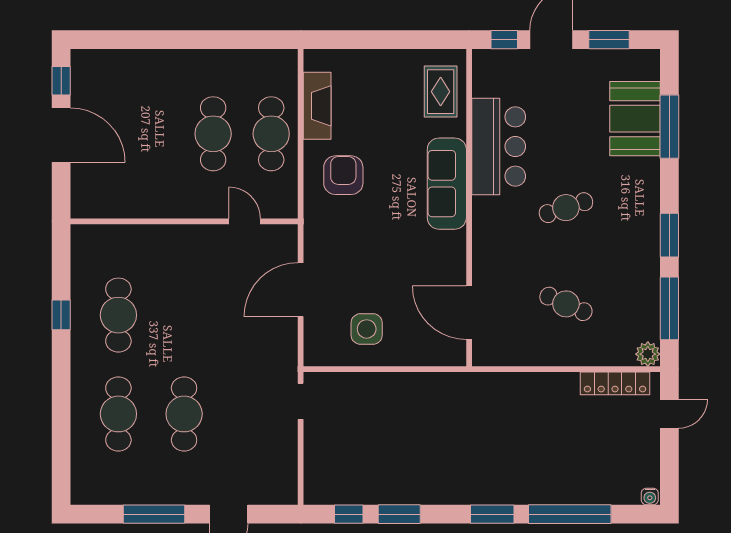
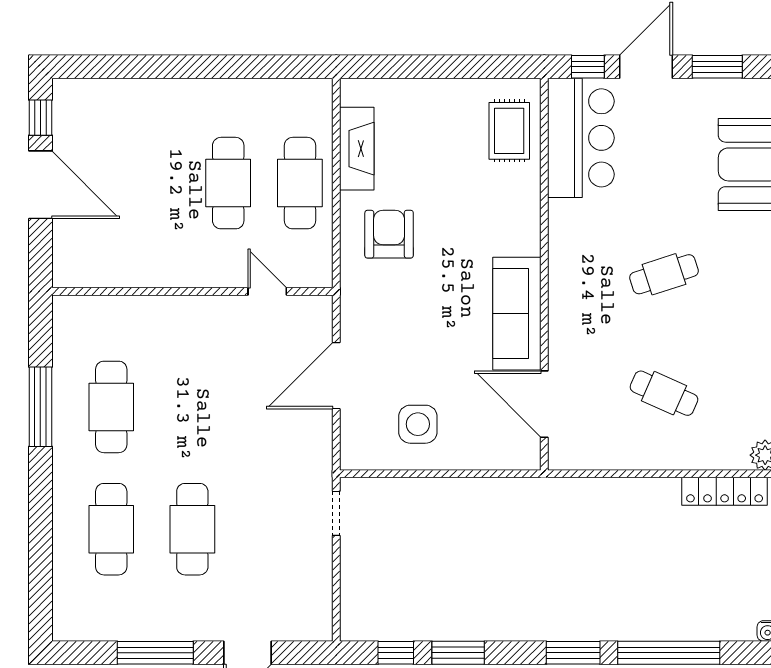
bar counter: (499, 147) -> (581, 138), moved
sofa: (447, 184) -> (517, 314), moved
window: (61, 315) -> (40, 407), width x2.17

